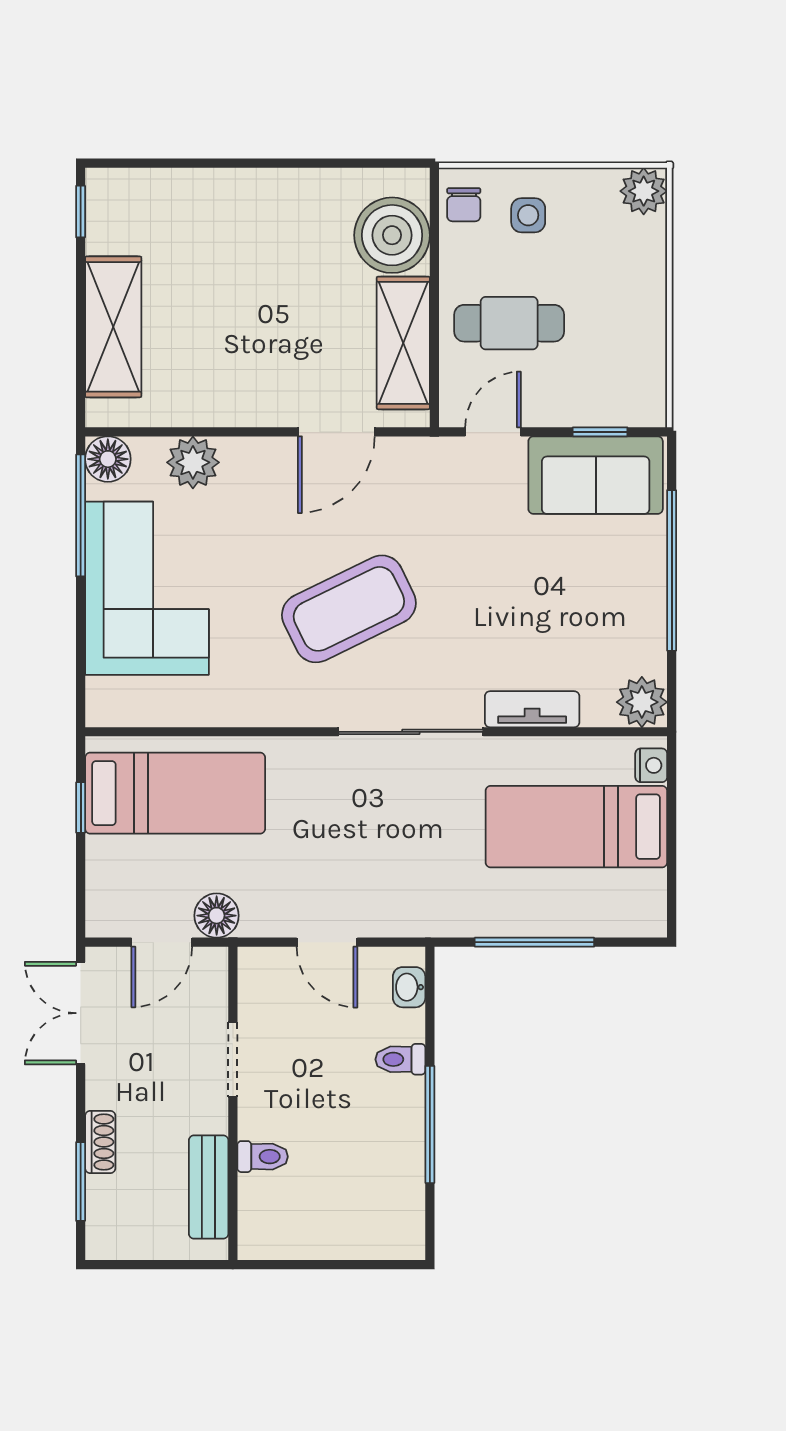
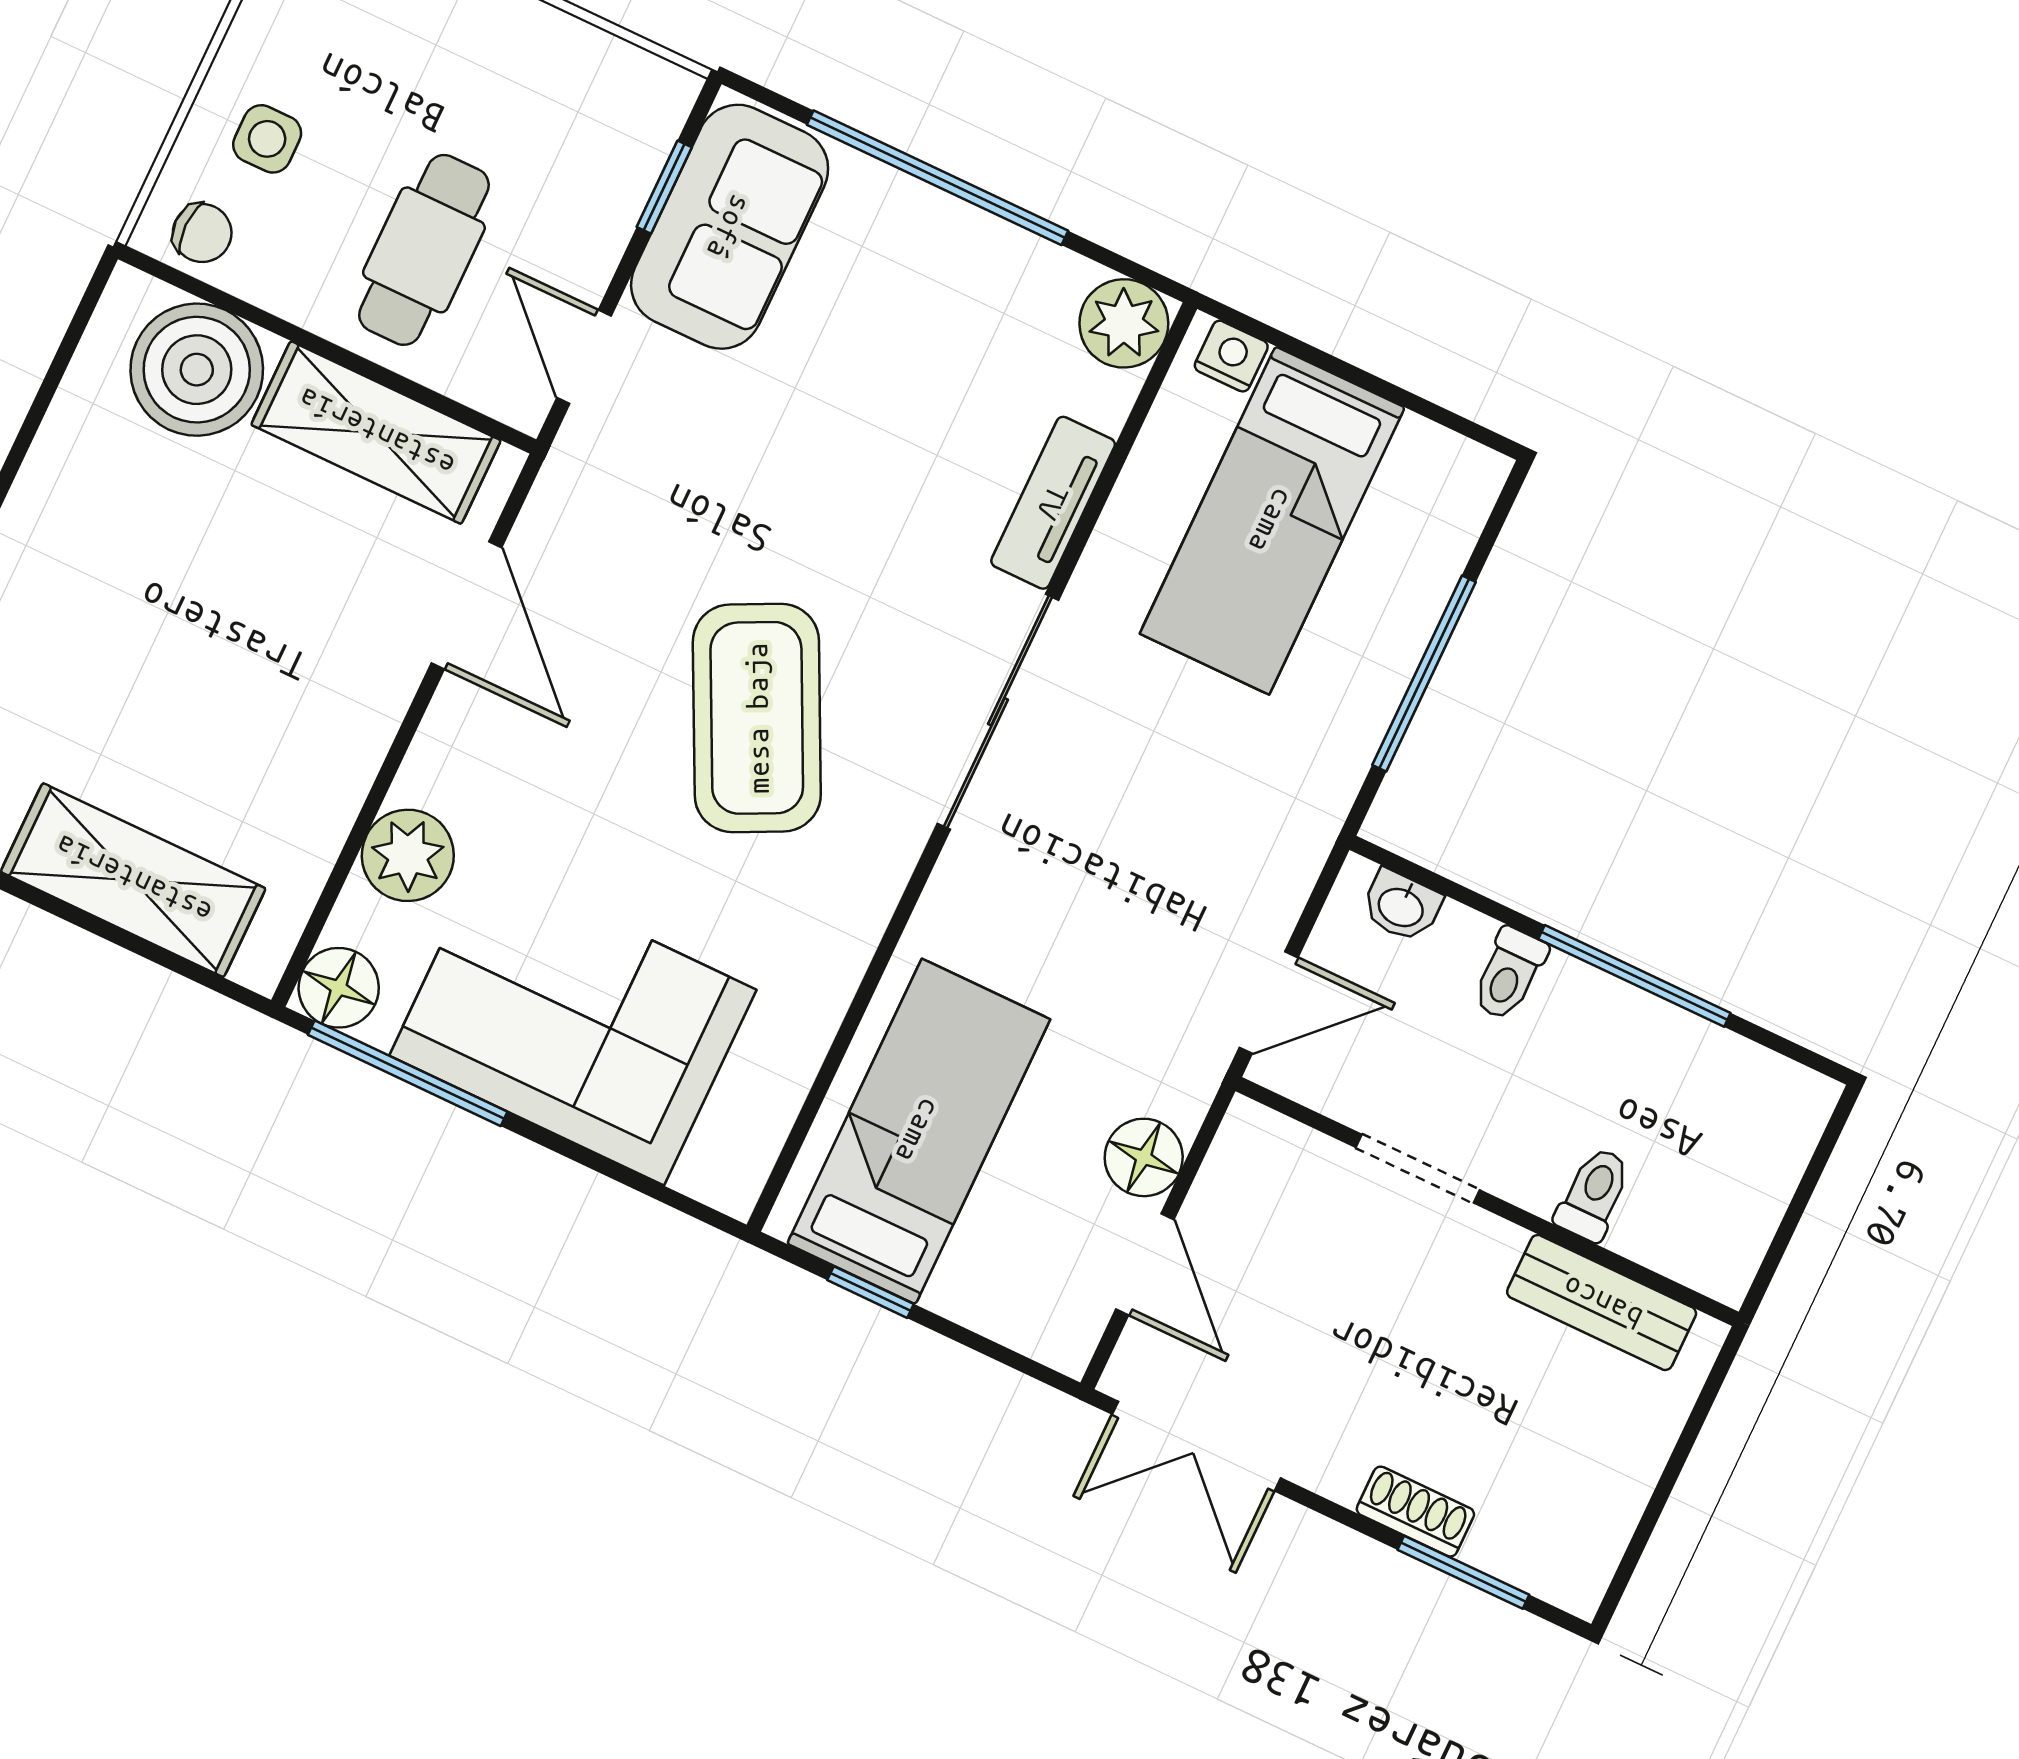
doorway: (233, 1060) -> (1418, 1169), moved
wall: (233, 1103) -> (1487, 1201), moved
toilet: (263, 1157) -> (1594, 1194), moved
bench: (209, 1187) -> (1602, 1303), moved

